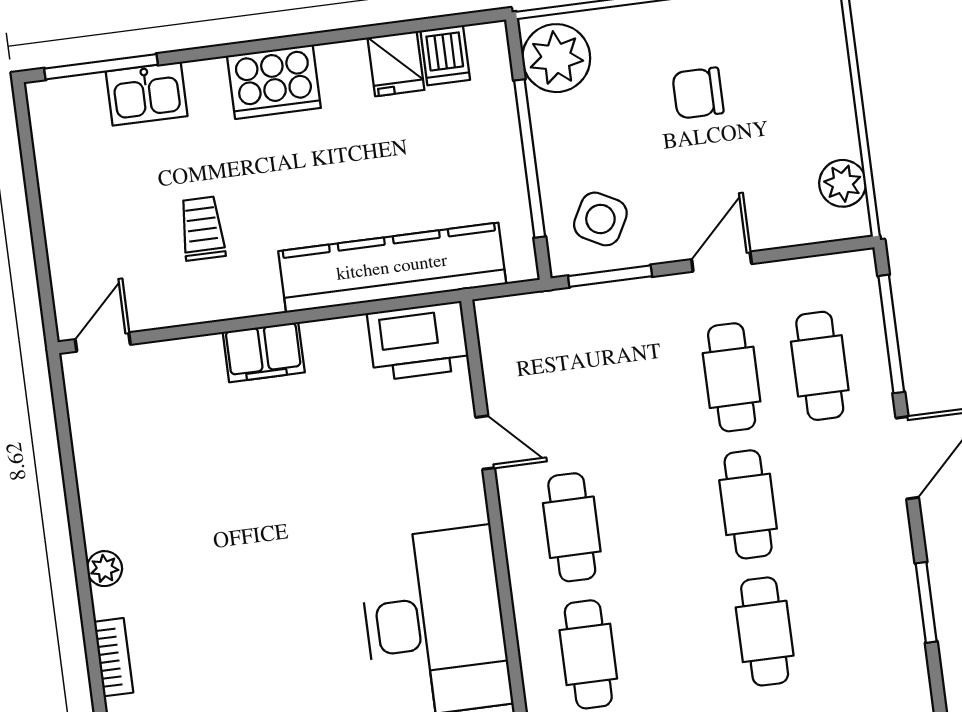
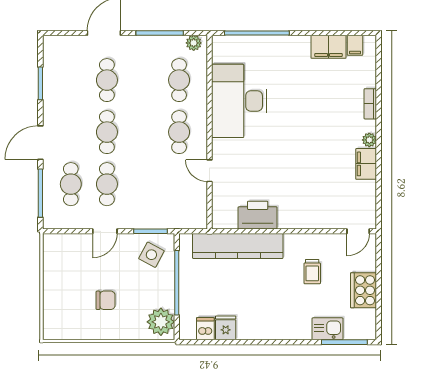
cooker: (274, 82) -> (363, 290), moved, turned -90
plant: (843, 183) -> (52, 256), removed
printer: (418, 341) -> (258, 215), moved
filing cabinet: (264, 352) -> (366, 164), moved, turned -90

